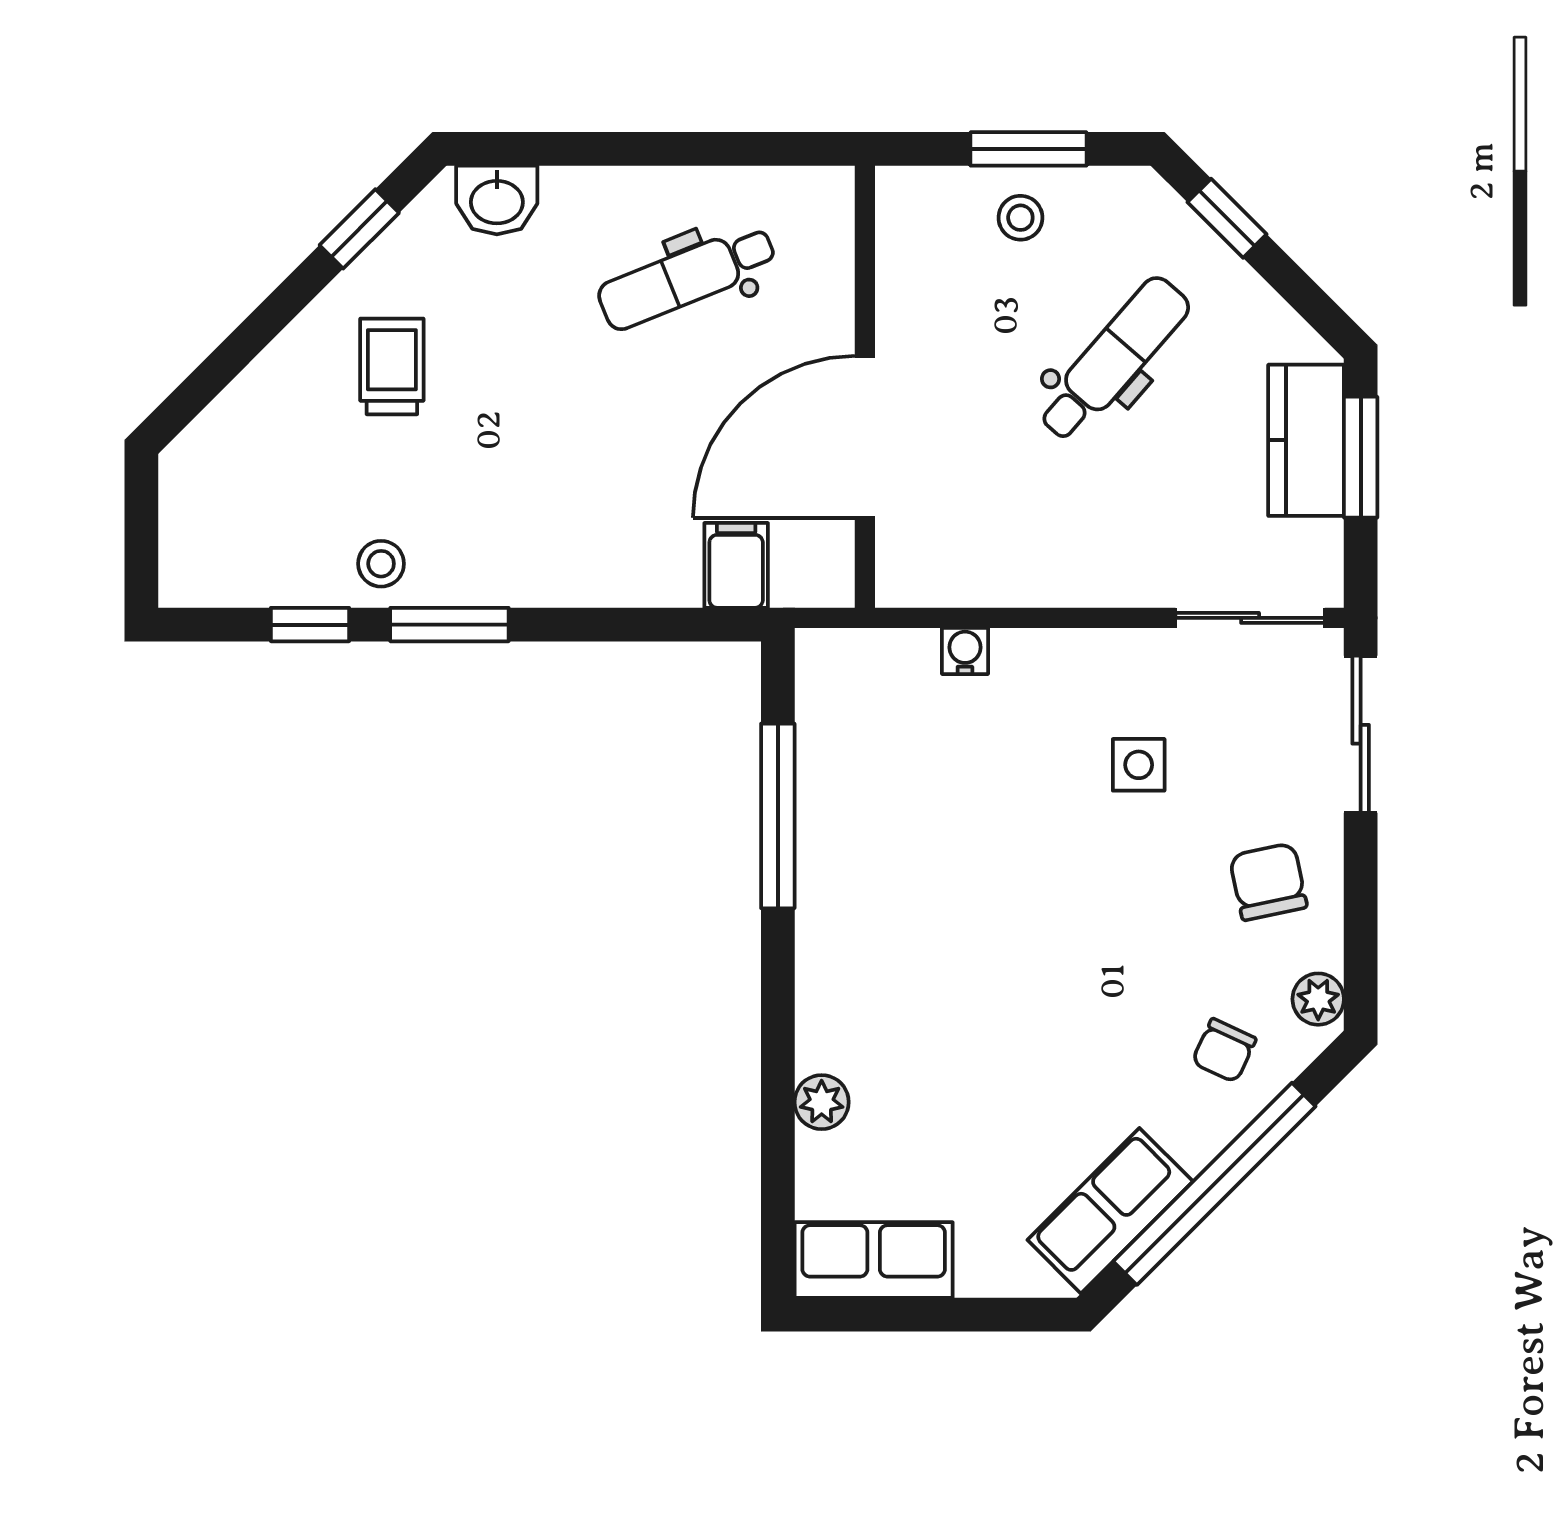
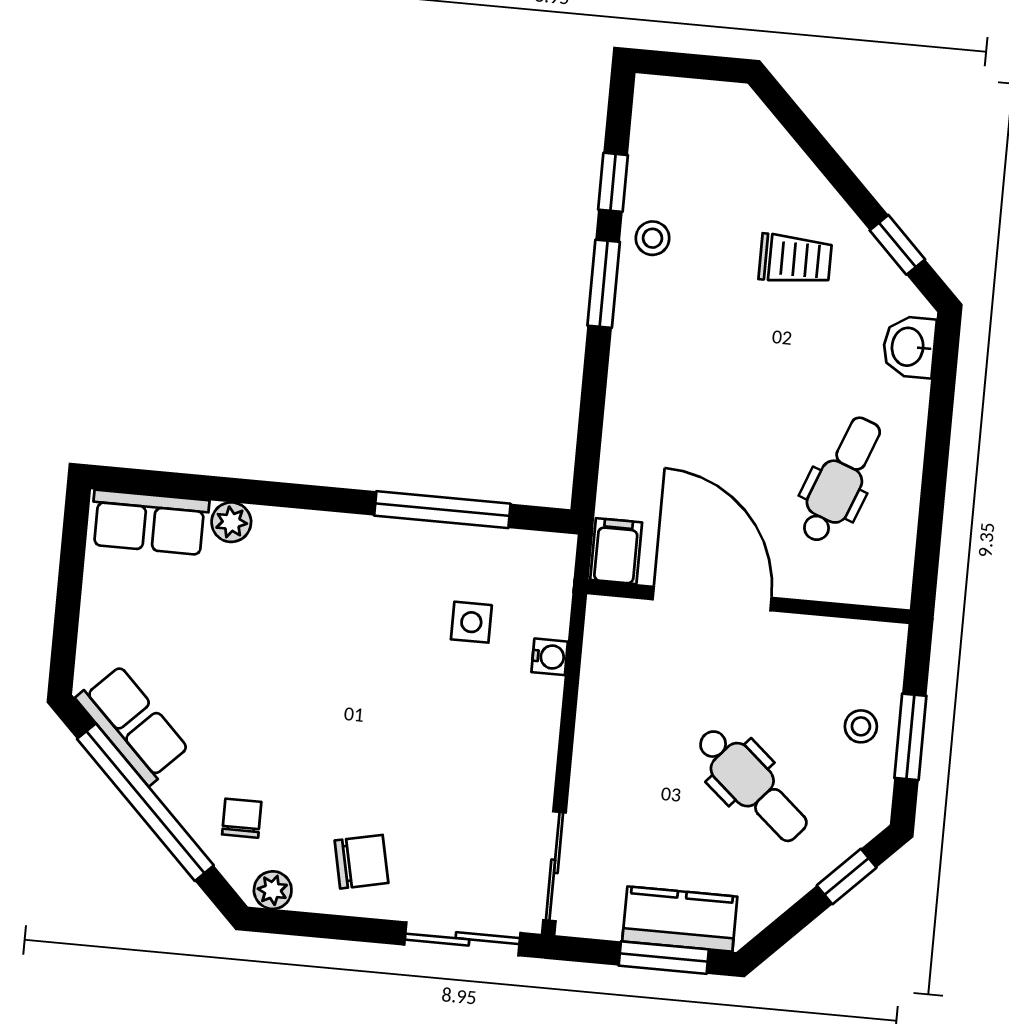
dental chair: (687, 277) -> (840, 480), turned 43
filing cabinet: (736, 565) -> (616, 551), moved, turned -90
side table: (1139, 765) -> (471, 622), moved
chair: (1224, 1050) -> (242, 818), turned 65
row of seats: (874, 1260) -> (150, 522), moved, turned 90

